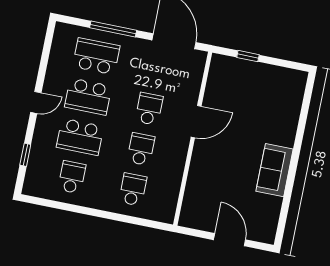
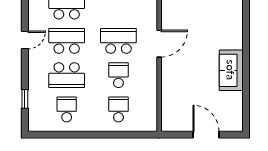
school desk: (88, 97) -> (67, 41), turned 180
door: (36, 102) -> (25, 40), moved
school desk: (149, 109) -> (118, 41), width x1.85

